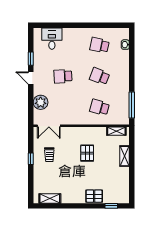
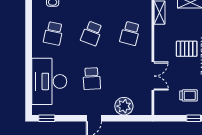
desk: (52, 39) -> (49, 81), width x1.87, depth x1.30
window: (31, 59) -> (47, 118), moved
double door: (49, 126) -> (153, 76), moved

